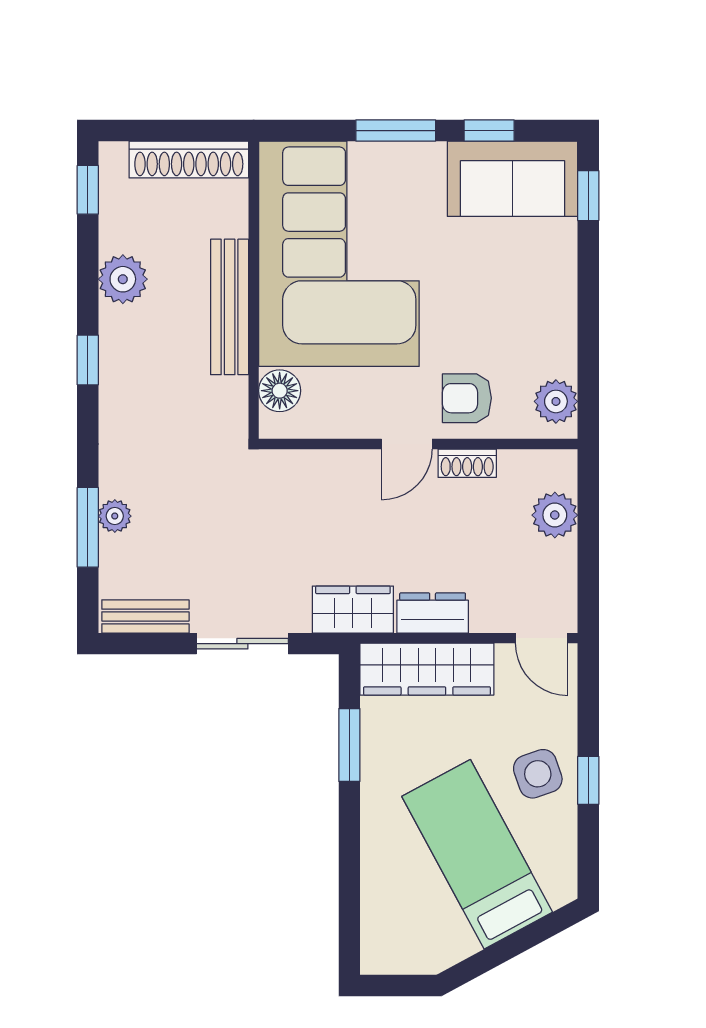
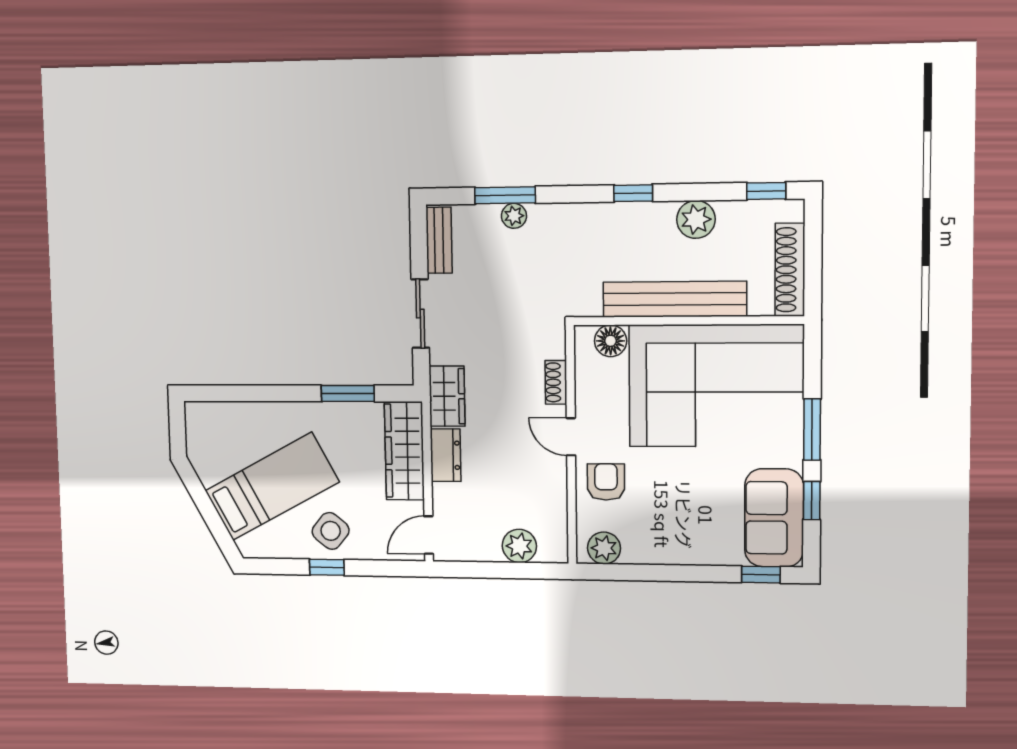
bench: (230, 307) -> (675, 299), width x1.37, depth x1.21
shoe rack: (467, 463) -> (556, 382), moved
side table: (538, 774) -> (331, 531), turned -32

